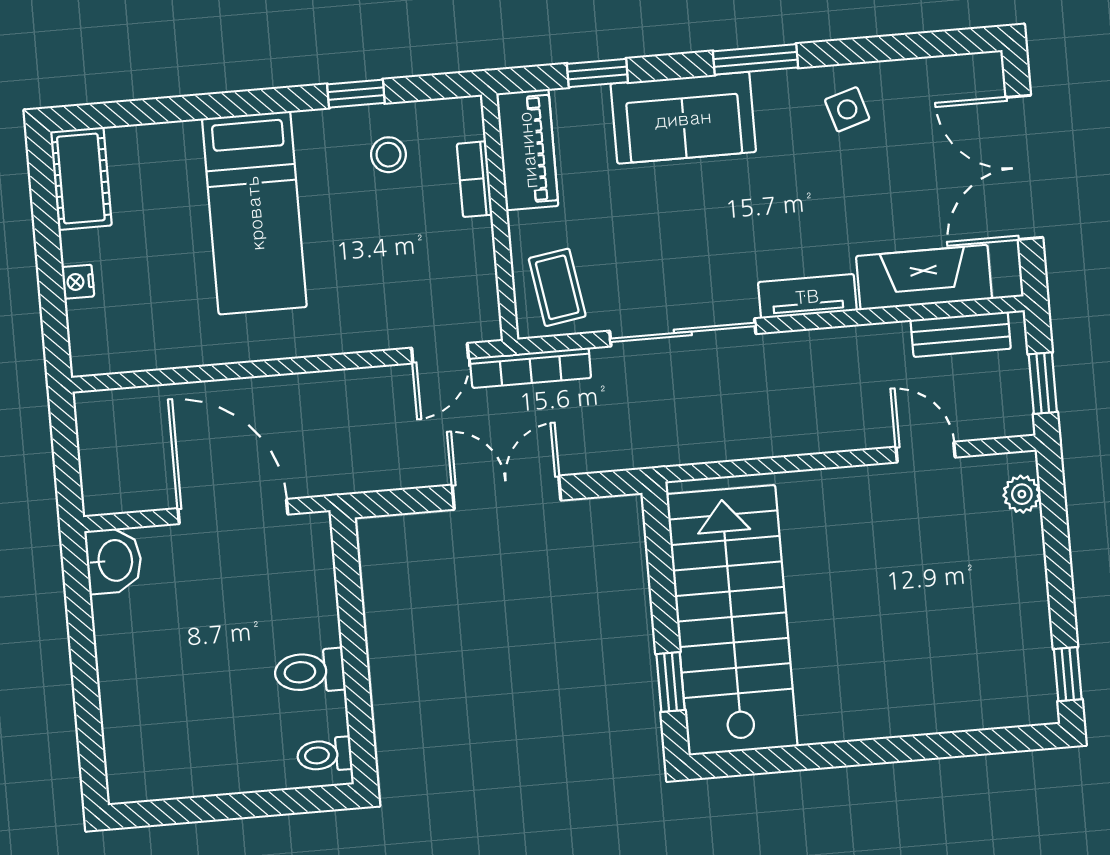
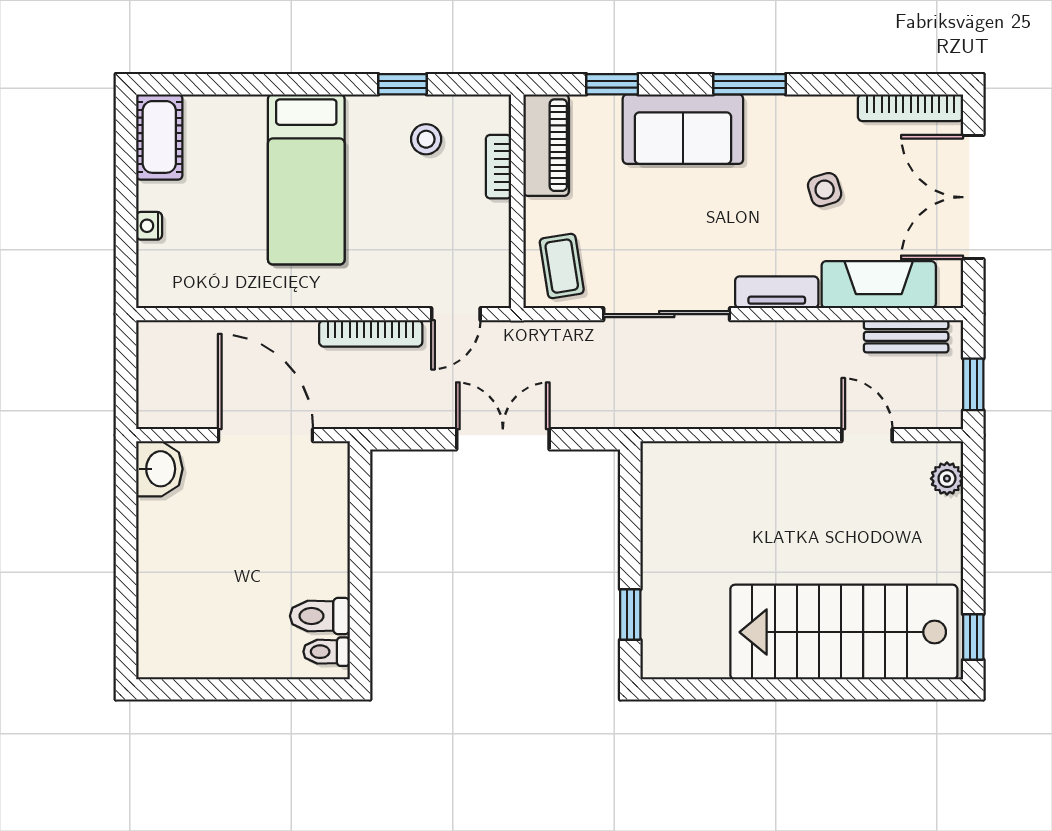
bookcase: (943, 71) -> (911, 108), added
side table: (847, 109) -> (825, 190), moved
bookcase: (530, 368) -> (371, 333), moved
stairs: (732, 620) -> (844, 632), moved, turned -90
toilet: (310, 671) -> (320, 616), moved

